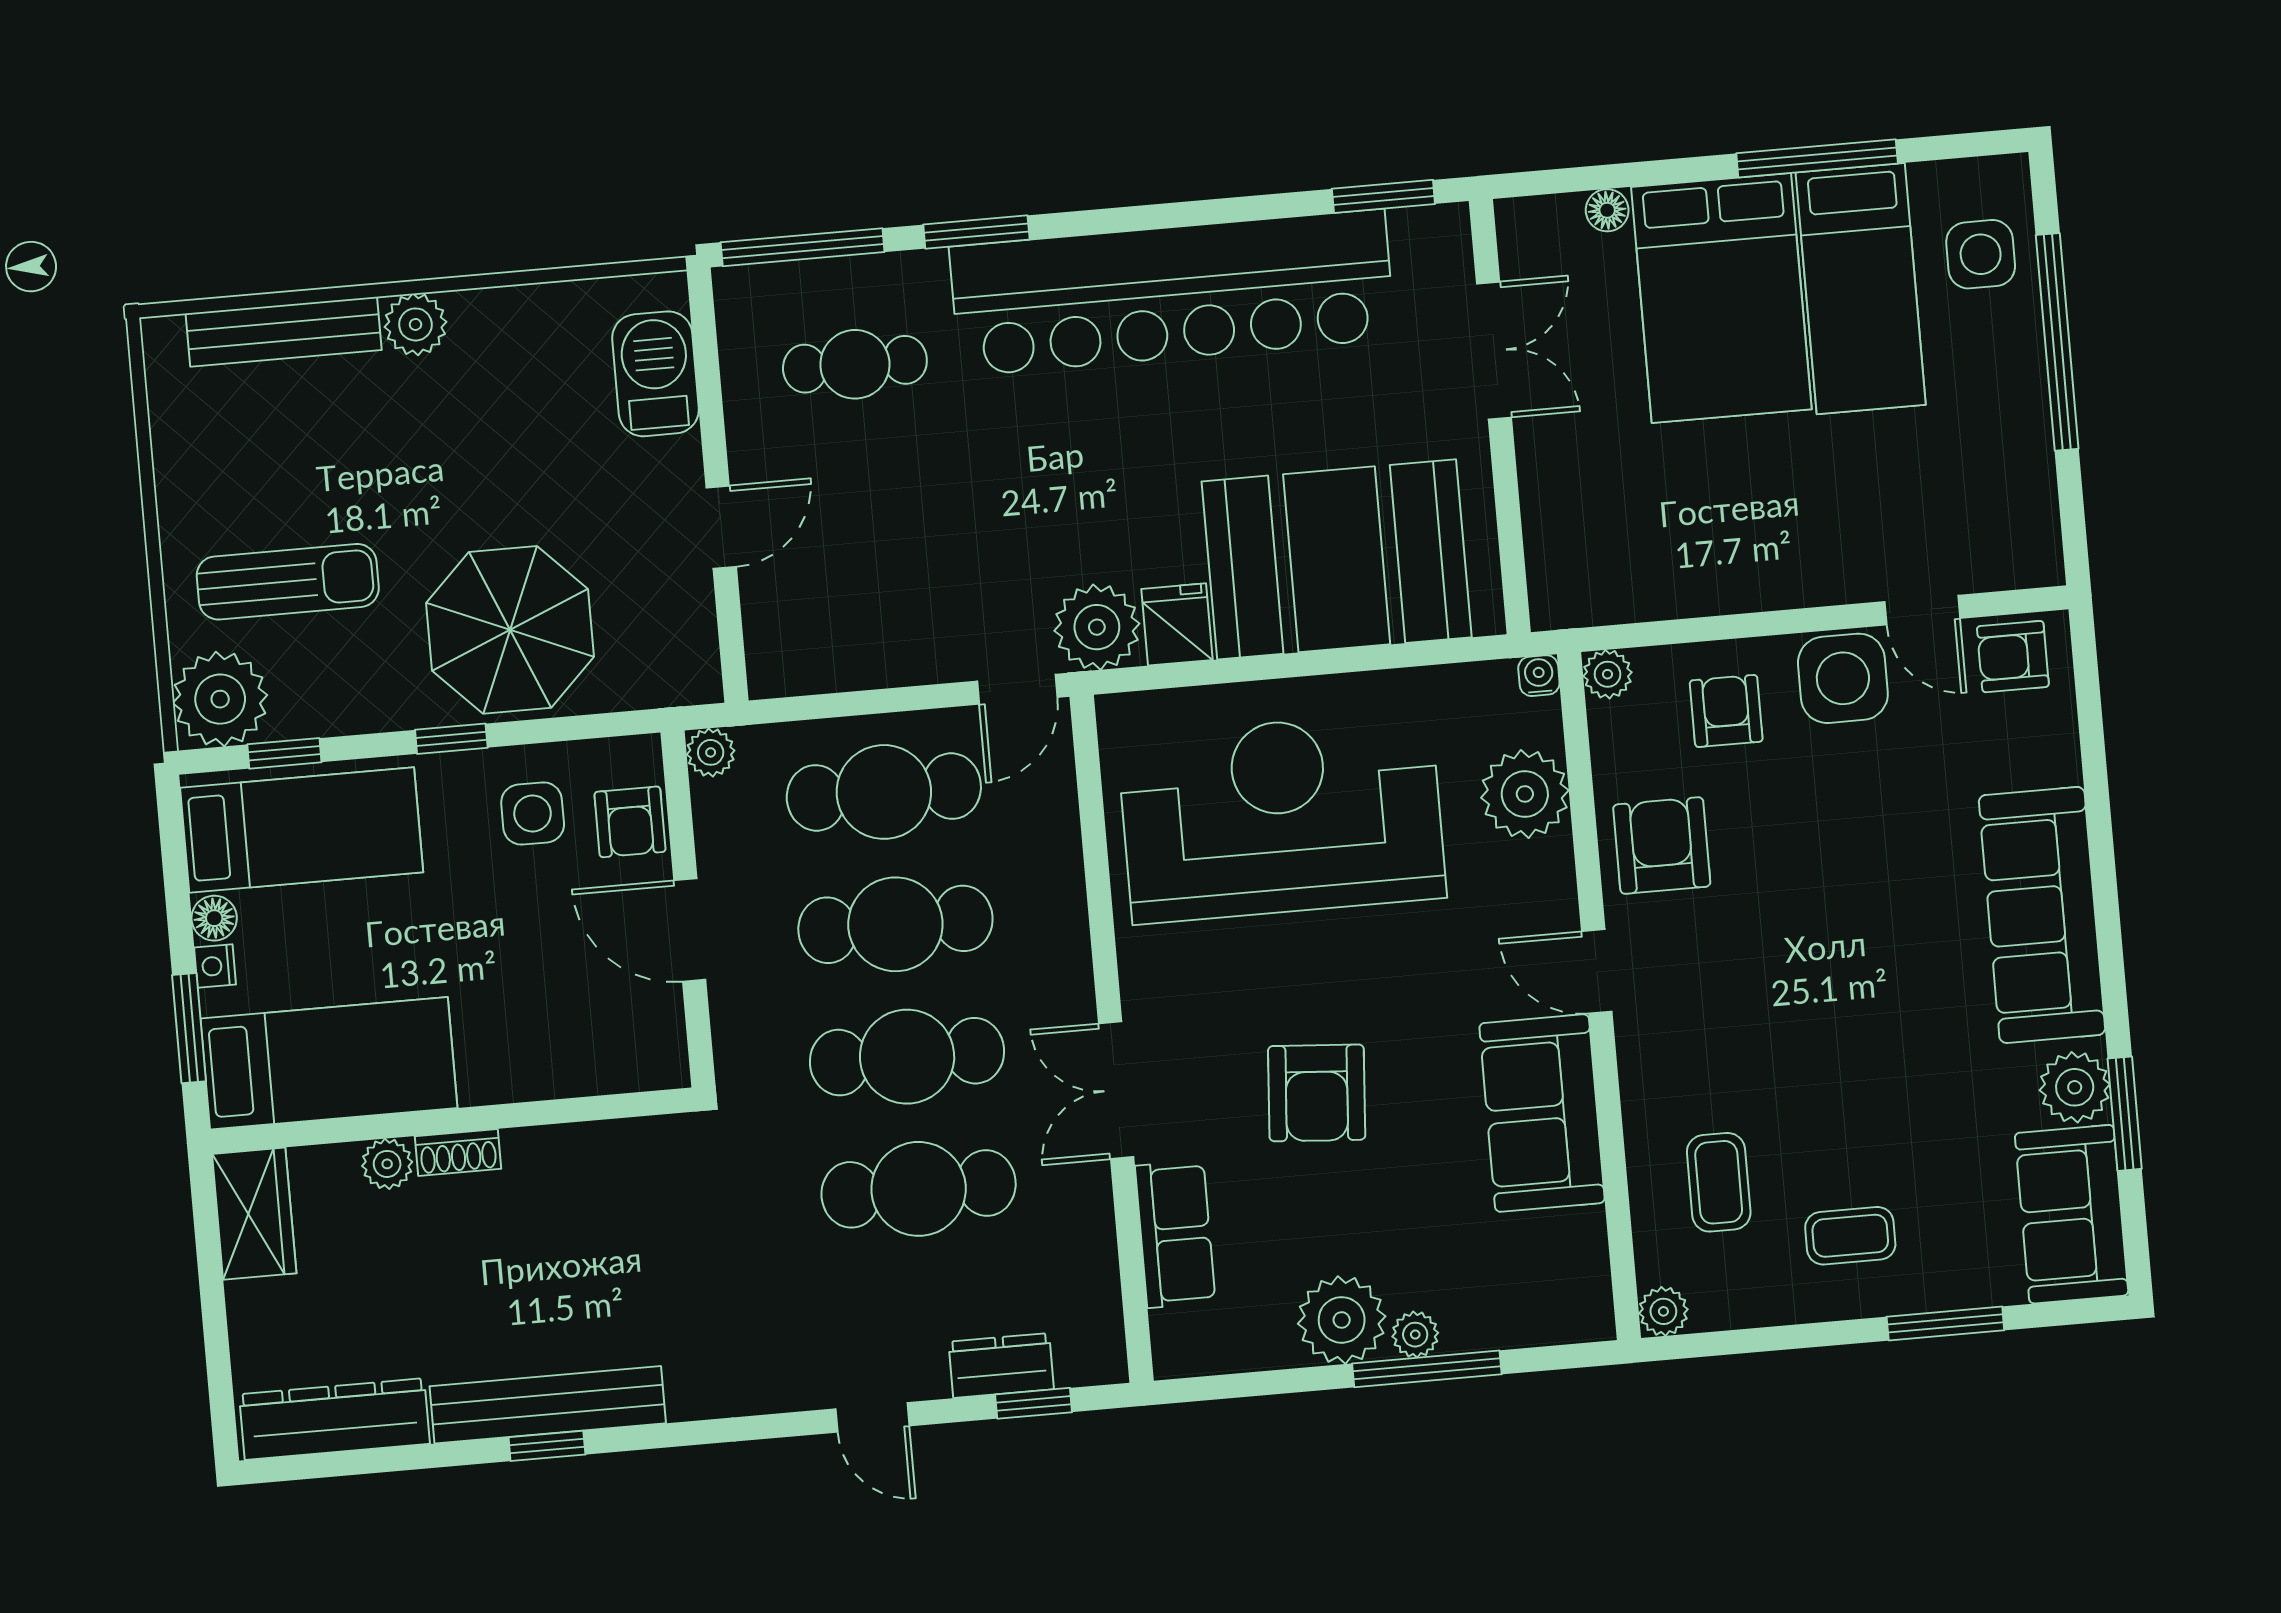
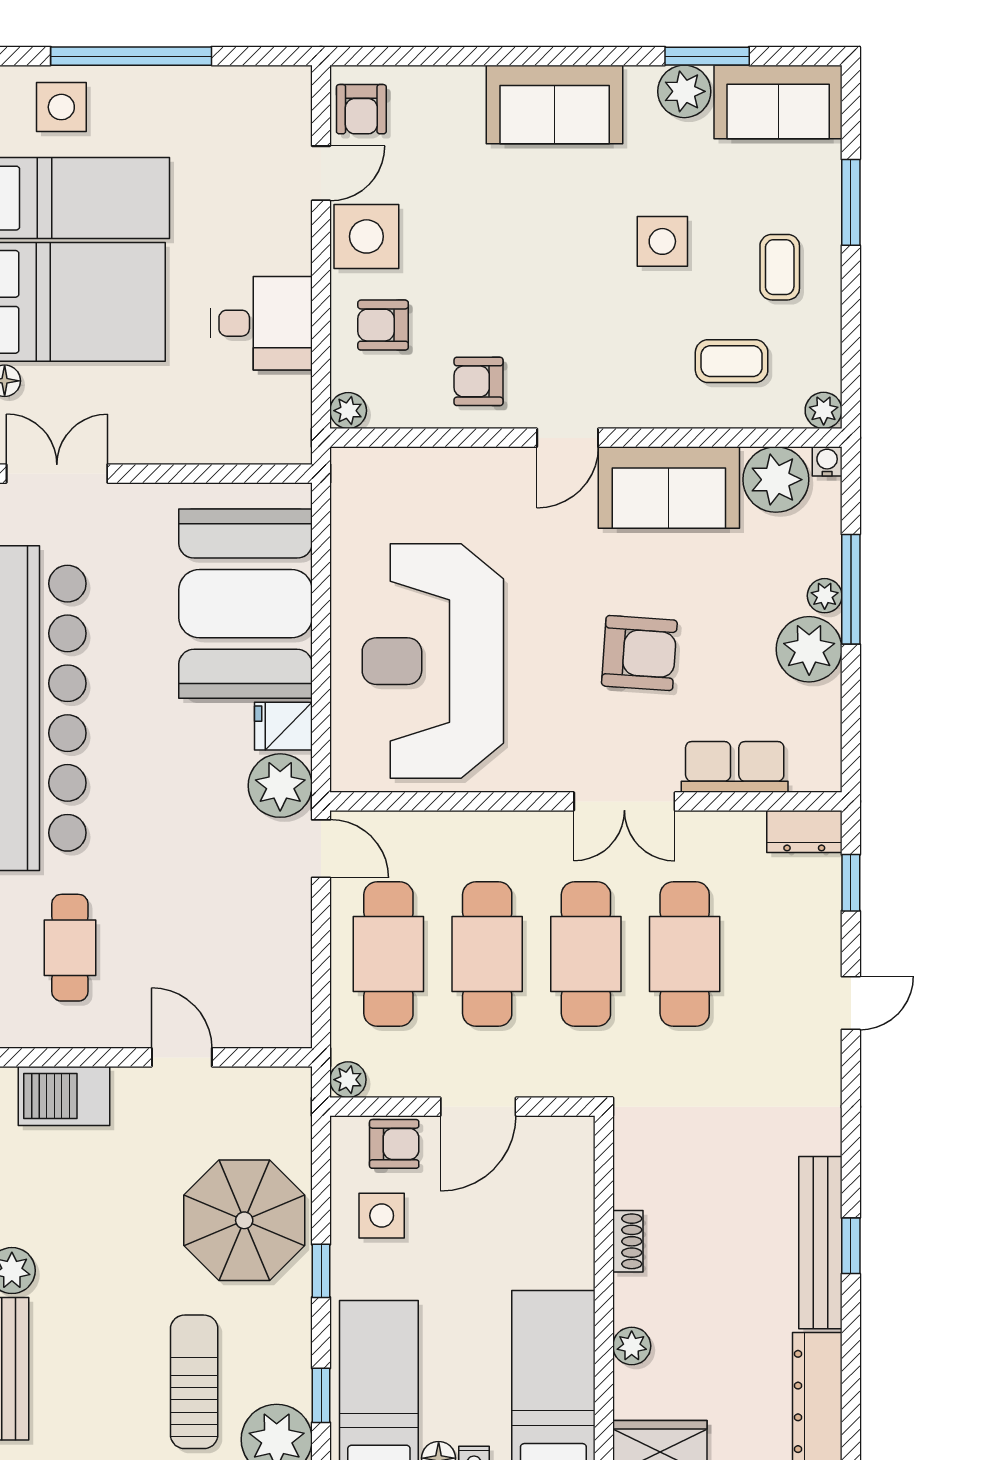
double door: (1494, 350) -> (57, 474), moved
desk: (1714, 548) -> (261, 323), added
water cooler: (1539, 676) -> (827, 461), moved, turned 90
plant: (1525, 794) -> (776, 480), moved
armchair: (1662, 846) -> (479, 381), width x0.72, depth x0.72
sofa: (2042, 915) -> (555, 104), width x0.73
side table: (1871, 1075) -> (662, 241), added
shoe rack: (458, 1153) -> (628, 1241), moved
dresser: (1001, 1365) -> (804, 831), moved, turned -90

